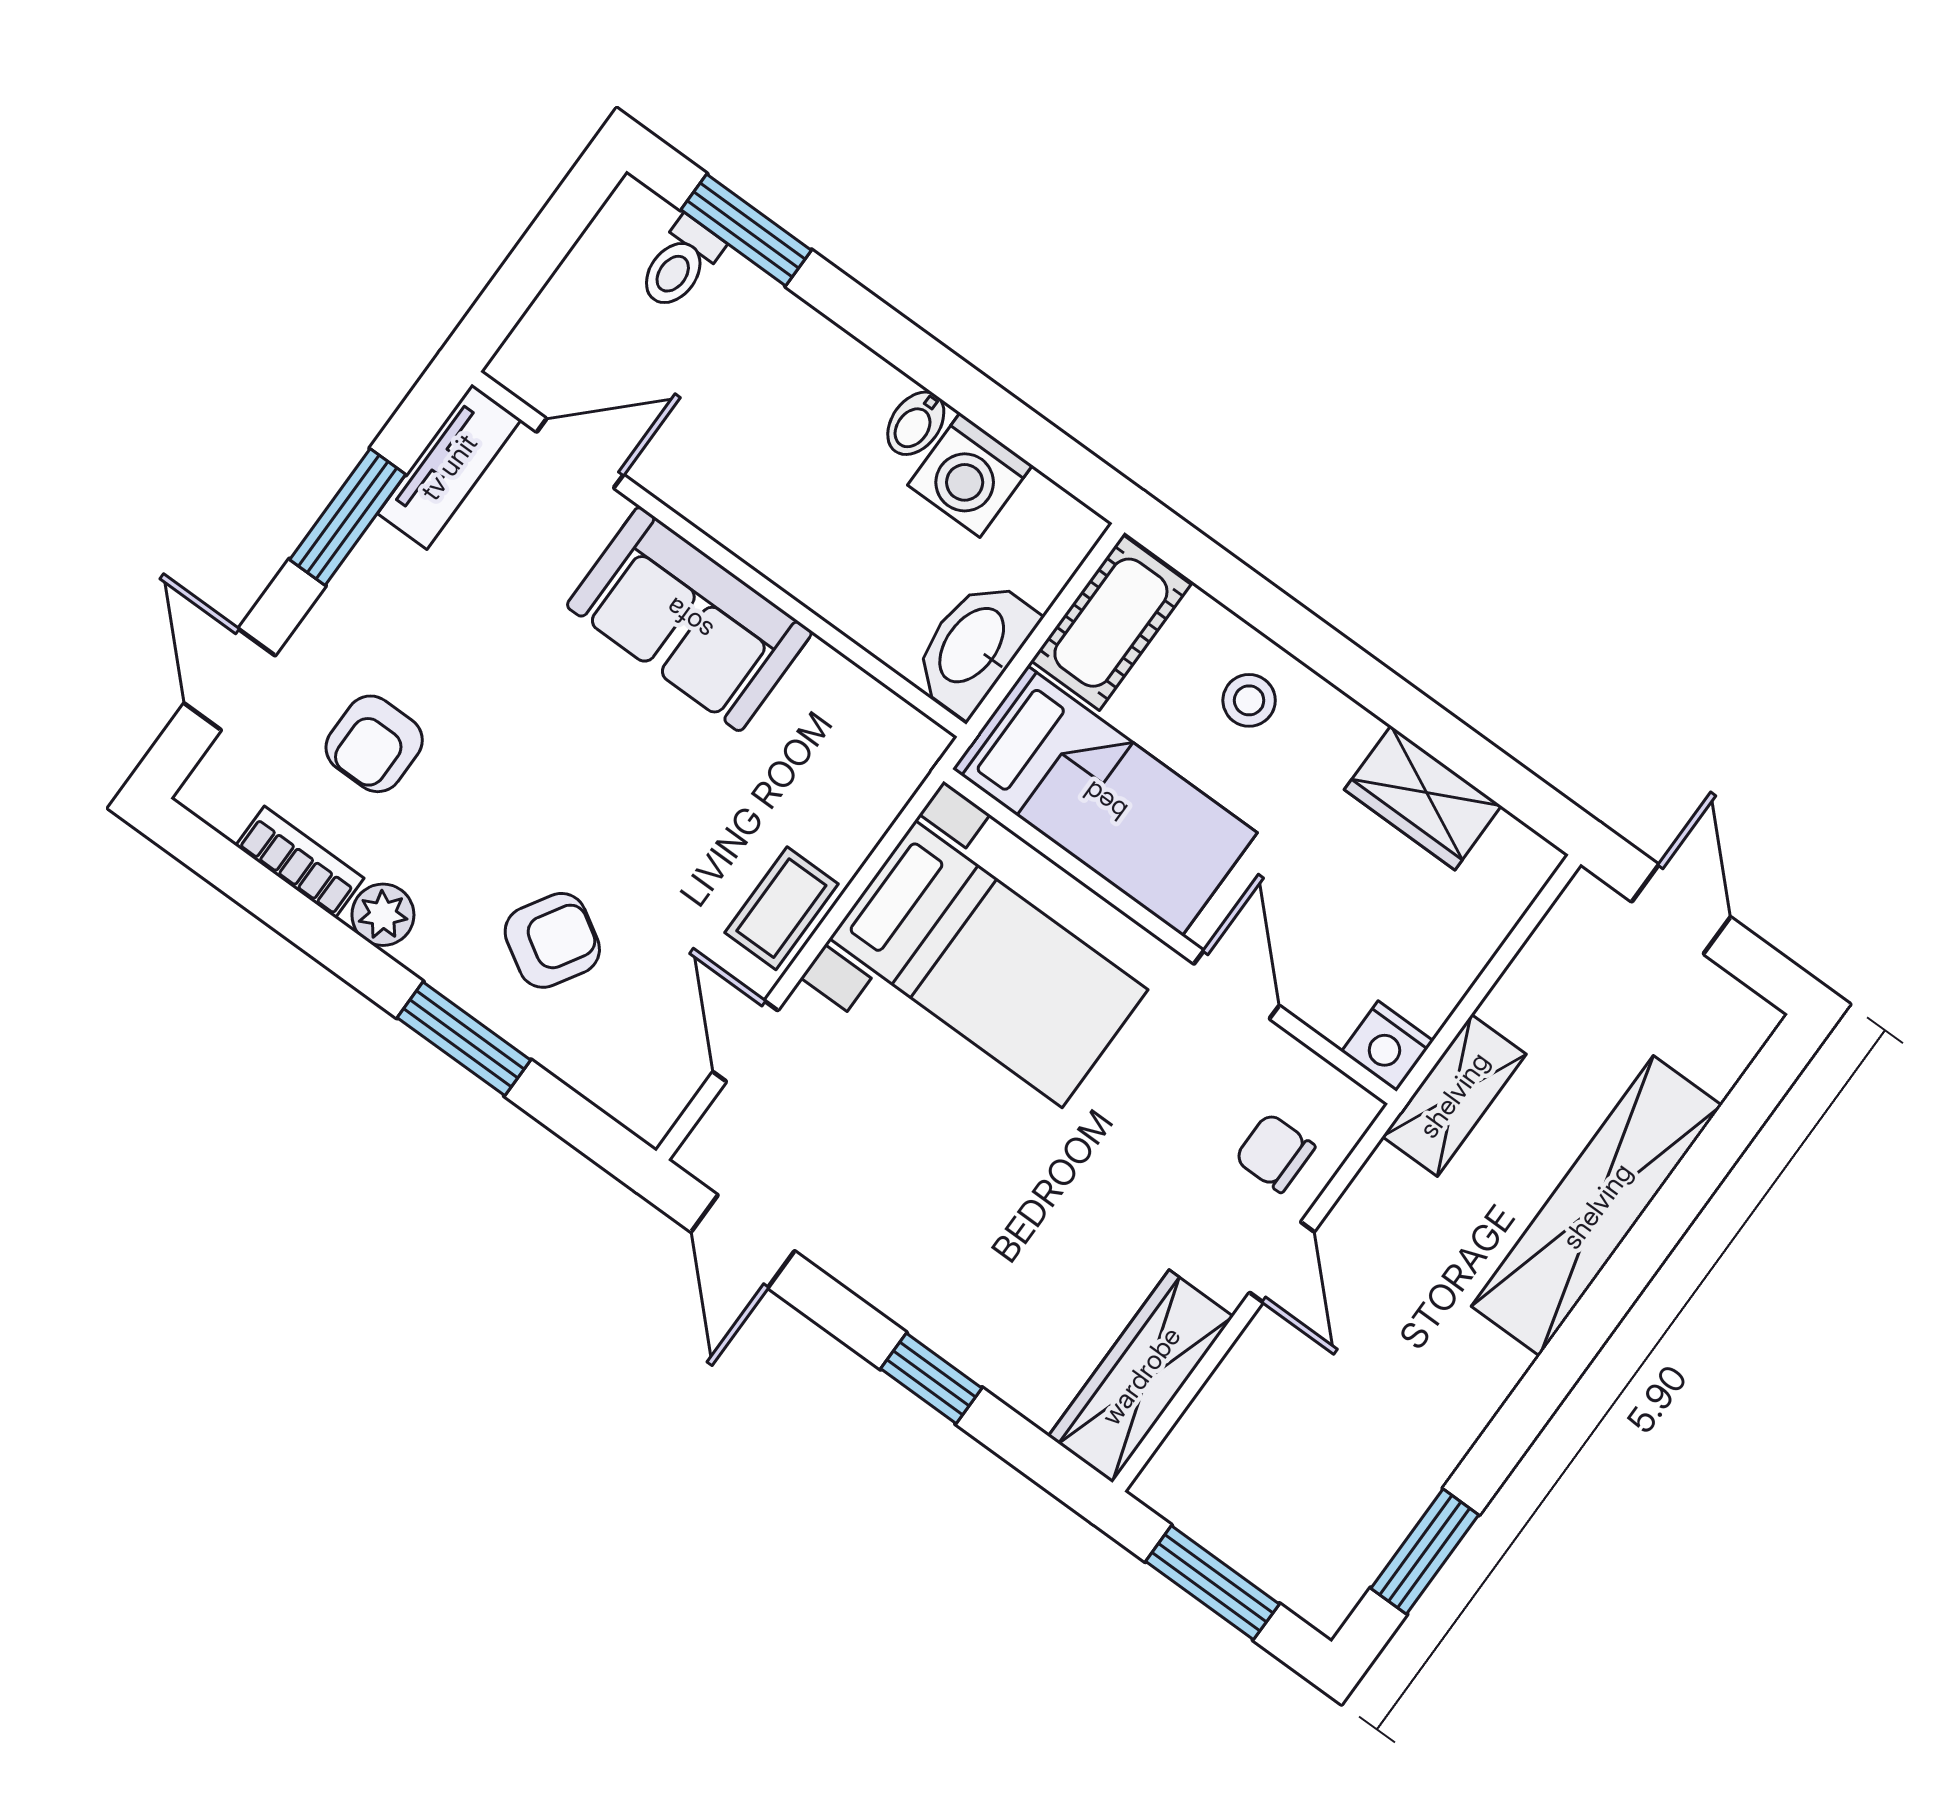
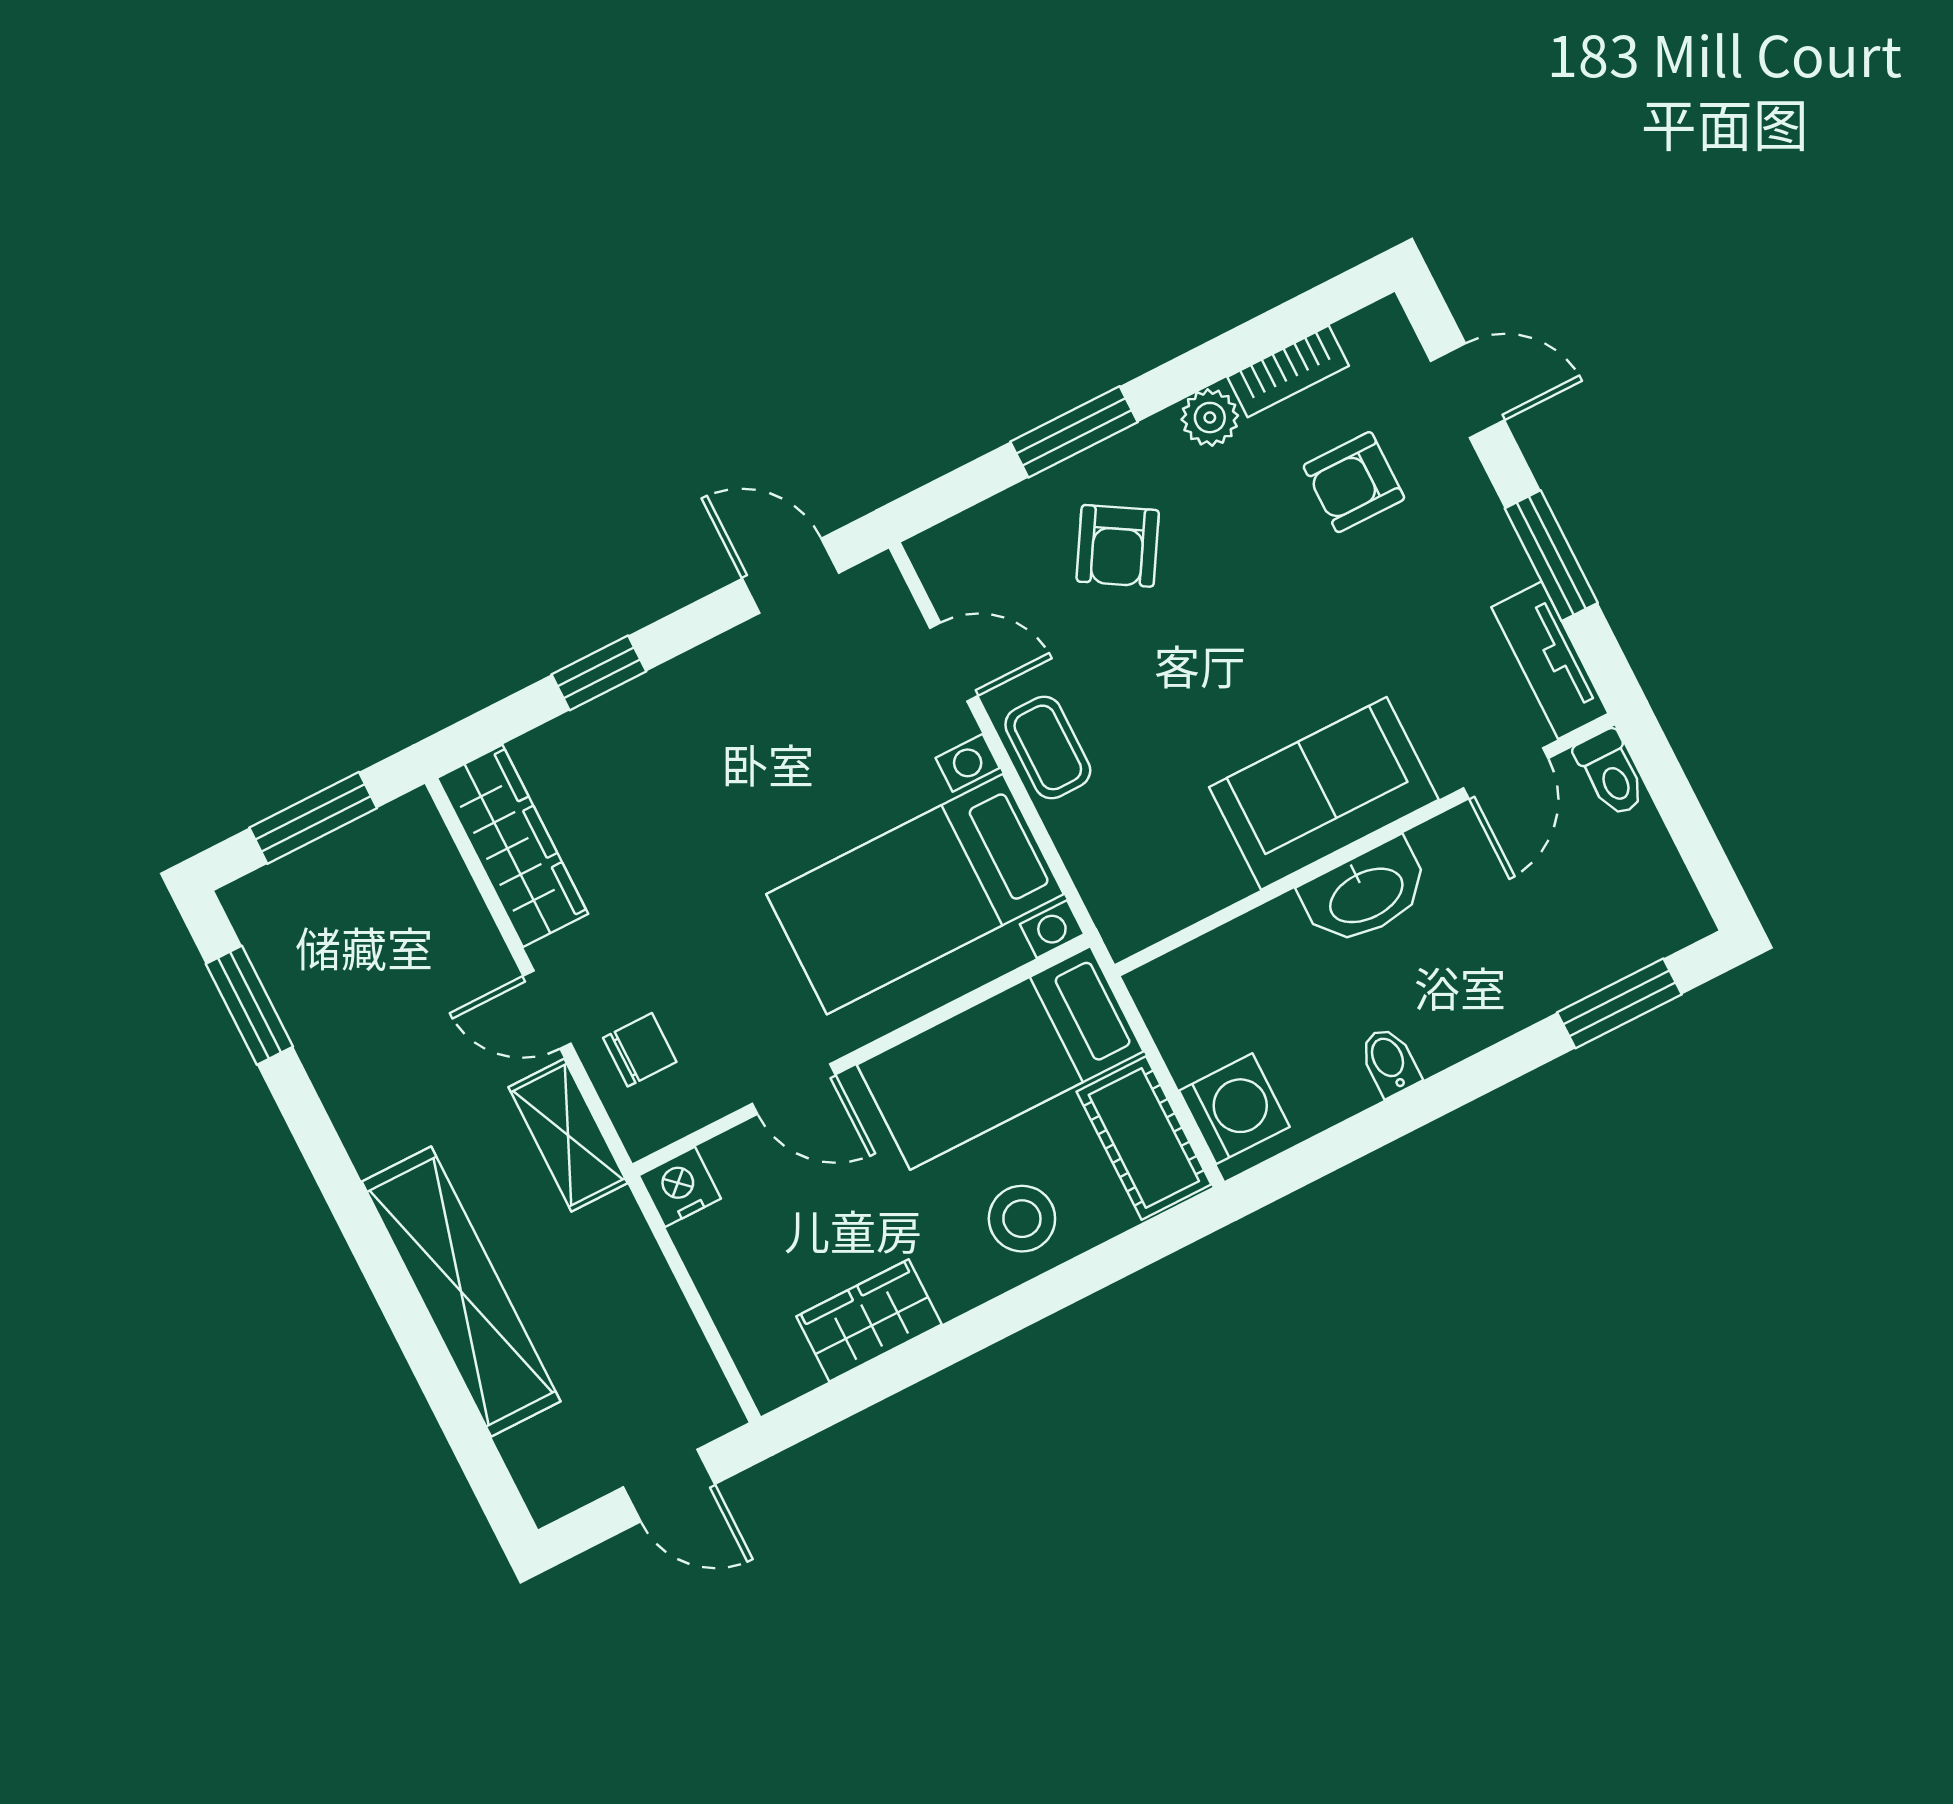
toilet: (680, 264) -> (1611, 773), moved, turned 180
washing machine: (970, 475) -> (1234, 1109), moved, turned 90
washbasin: (974, 646) -> (1365, 893), moved, turned 90
stool: (1249, 700) -> (1022, 1219), width x1.37, depth x1.37
armchair: (374, 744) -> (1354, 482), turned -90
shelving: (1454, 1095) -> (568, 1135), moved

